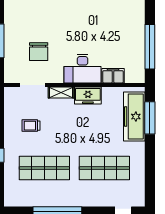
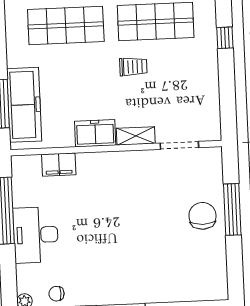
chair: (39, 52) -> (202, 216), moved
desk: (83, 69) -> (36, 235), moved, turned -90
trolley: (31, 126) -> (133, 67), moved

